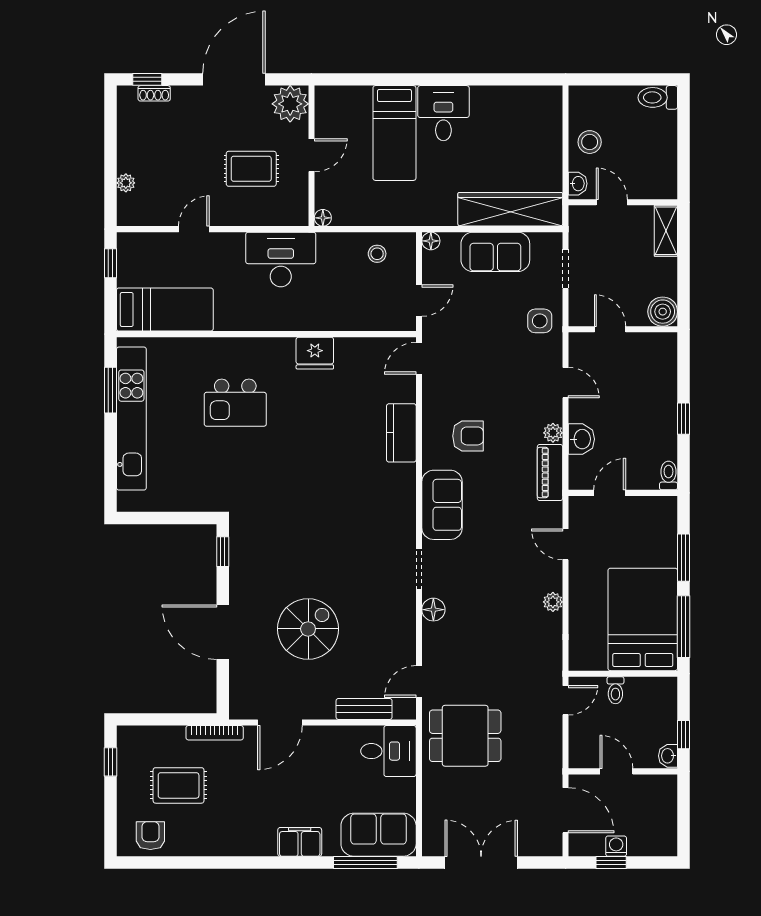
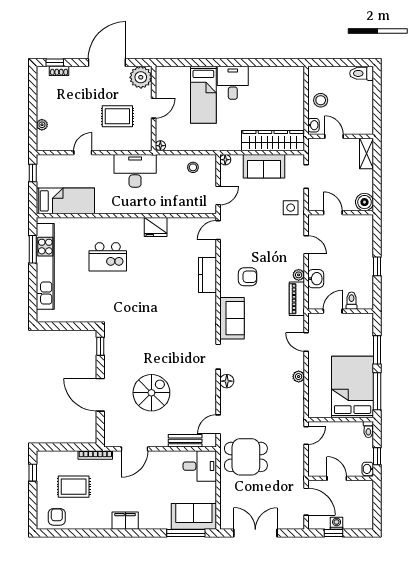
toilet: (668, 476) -> (352, 301), moved
toilet: (615, 690) -> (368, 430), moved
filing cabinet: (300, 842) -> (125, 521), moved

